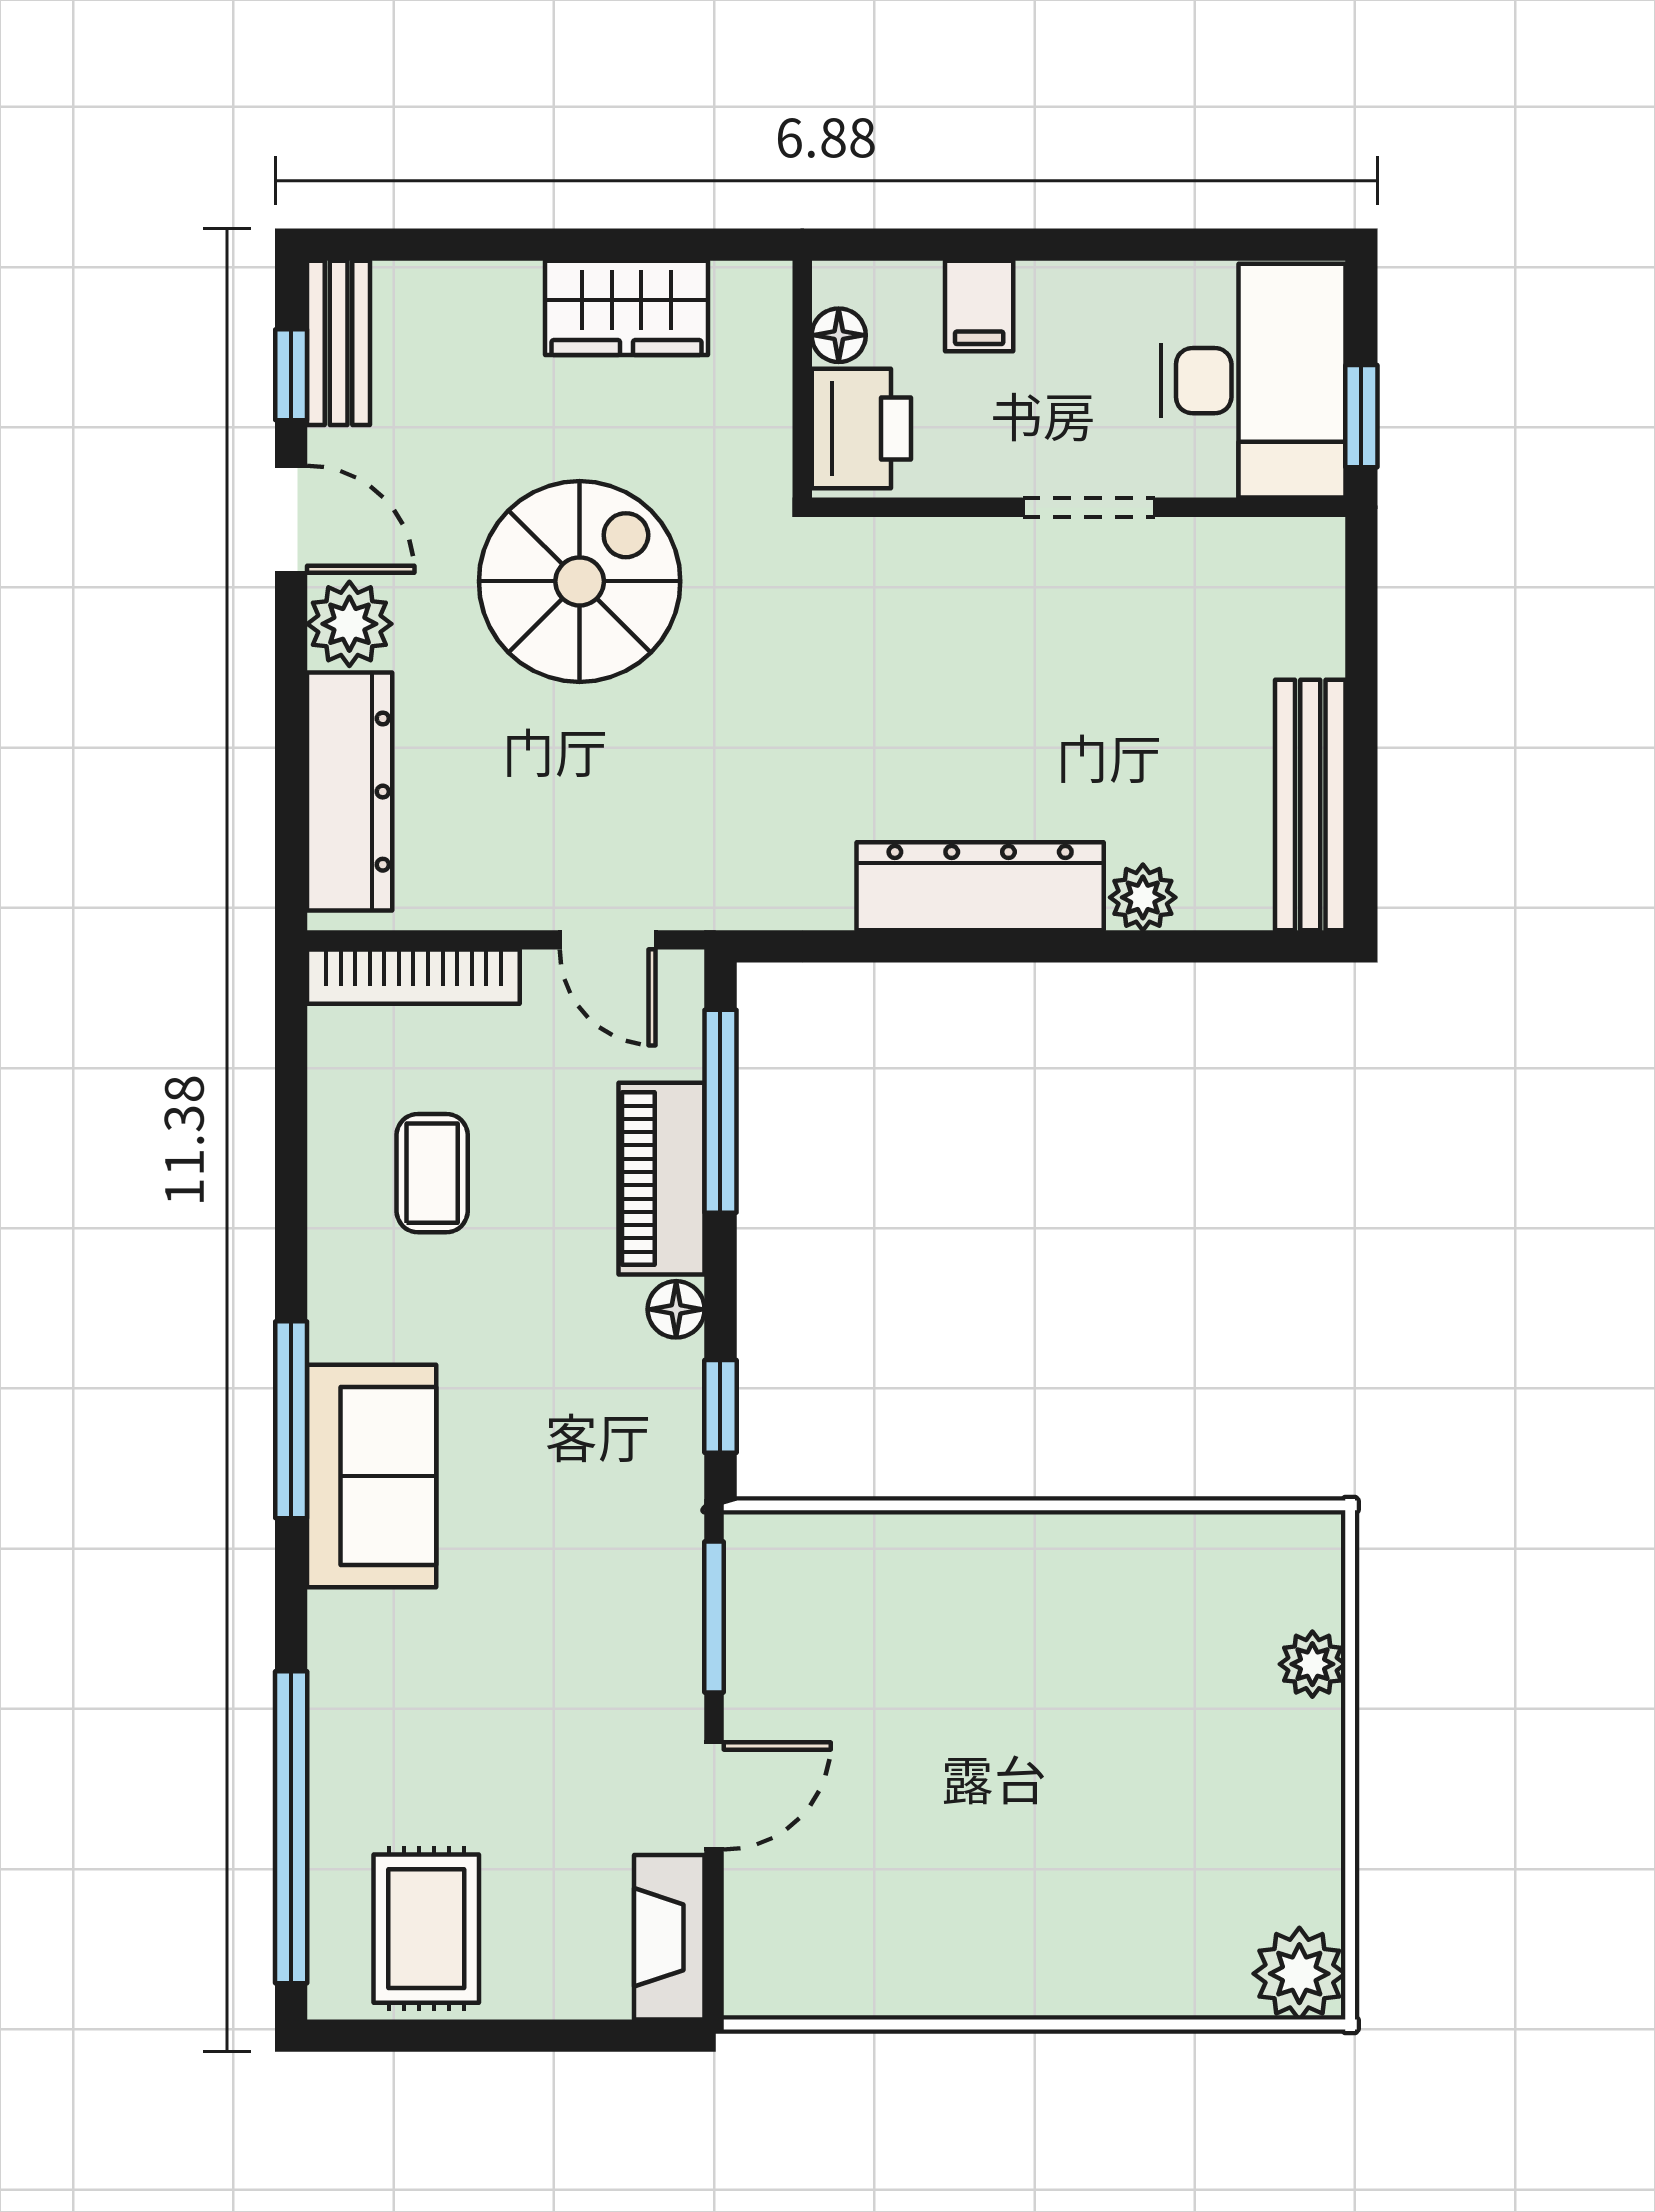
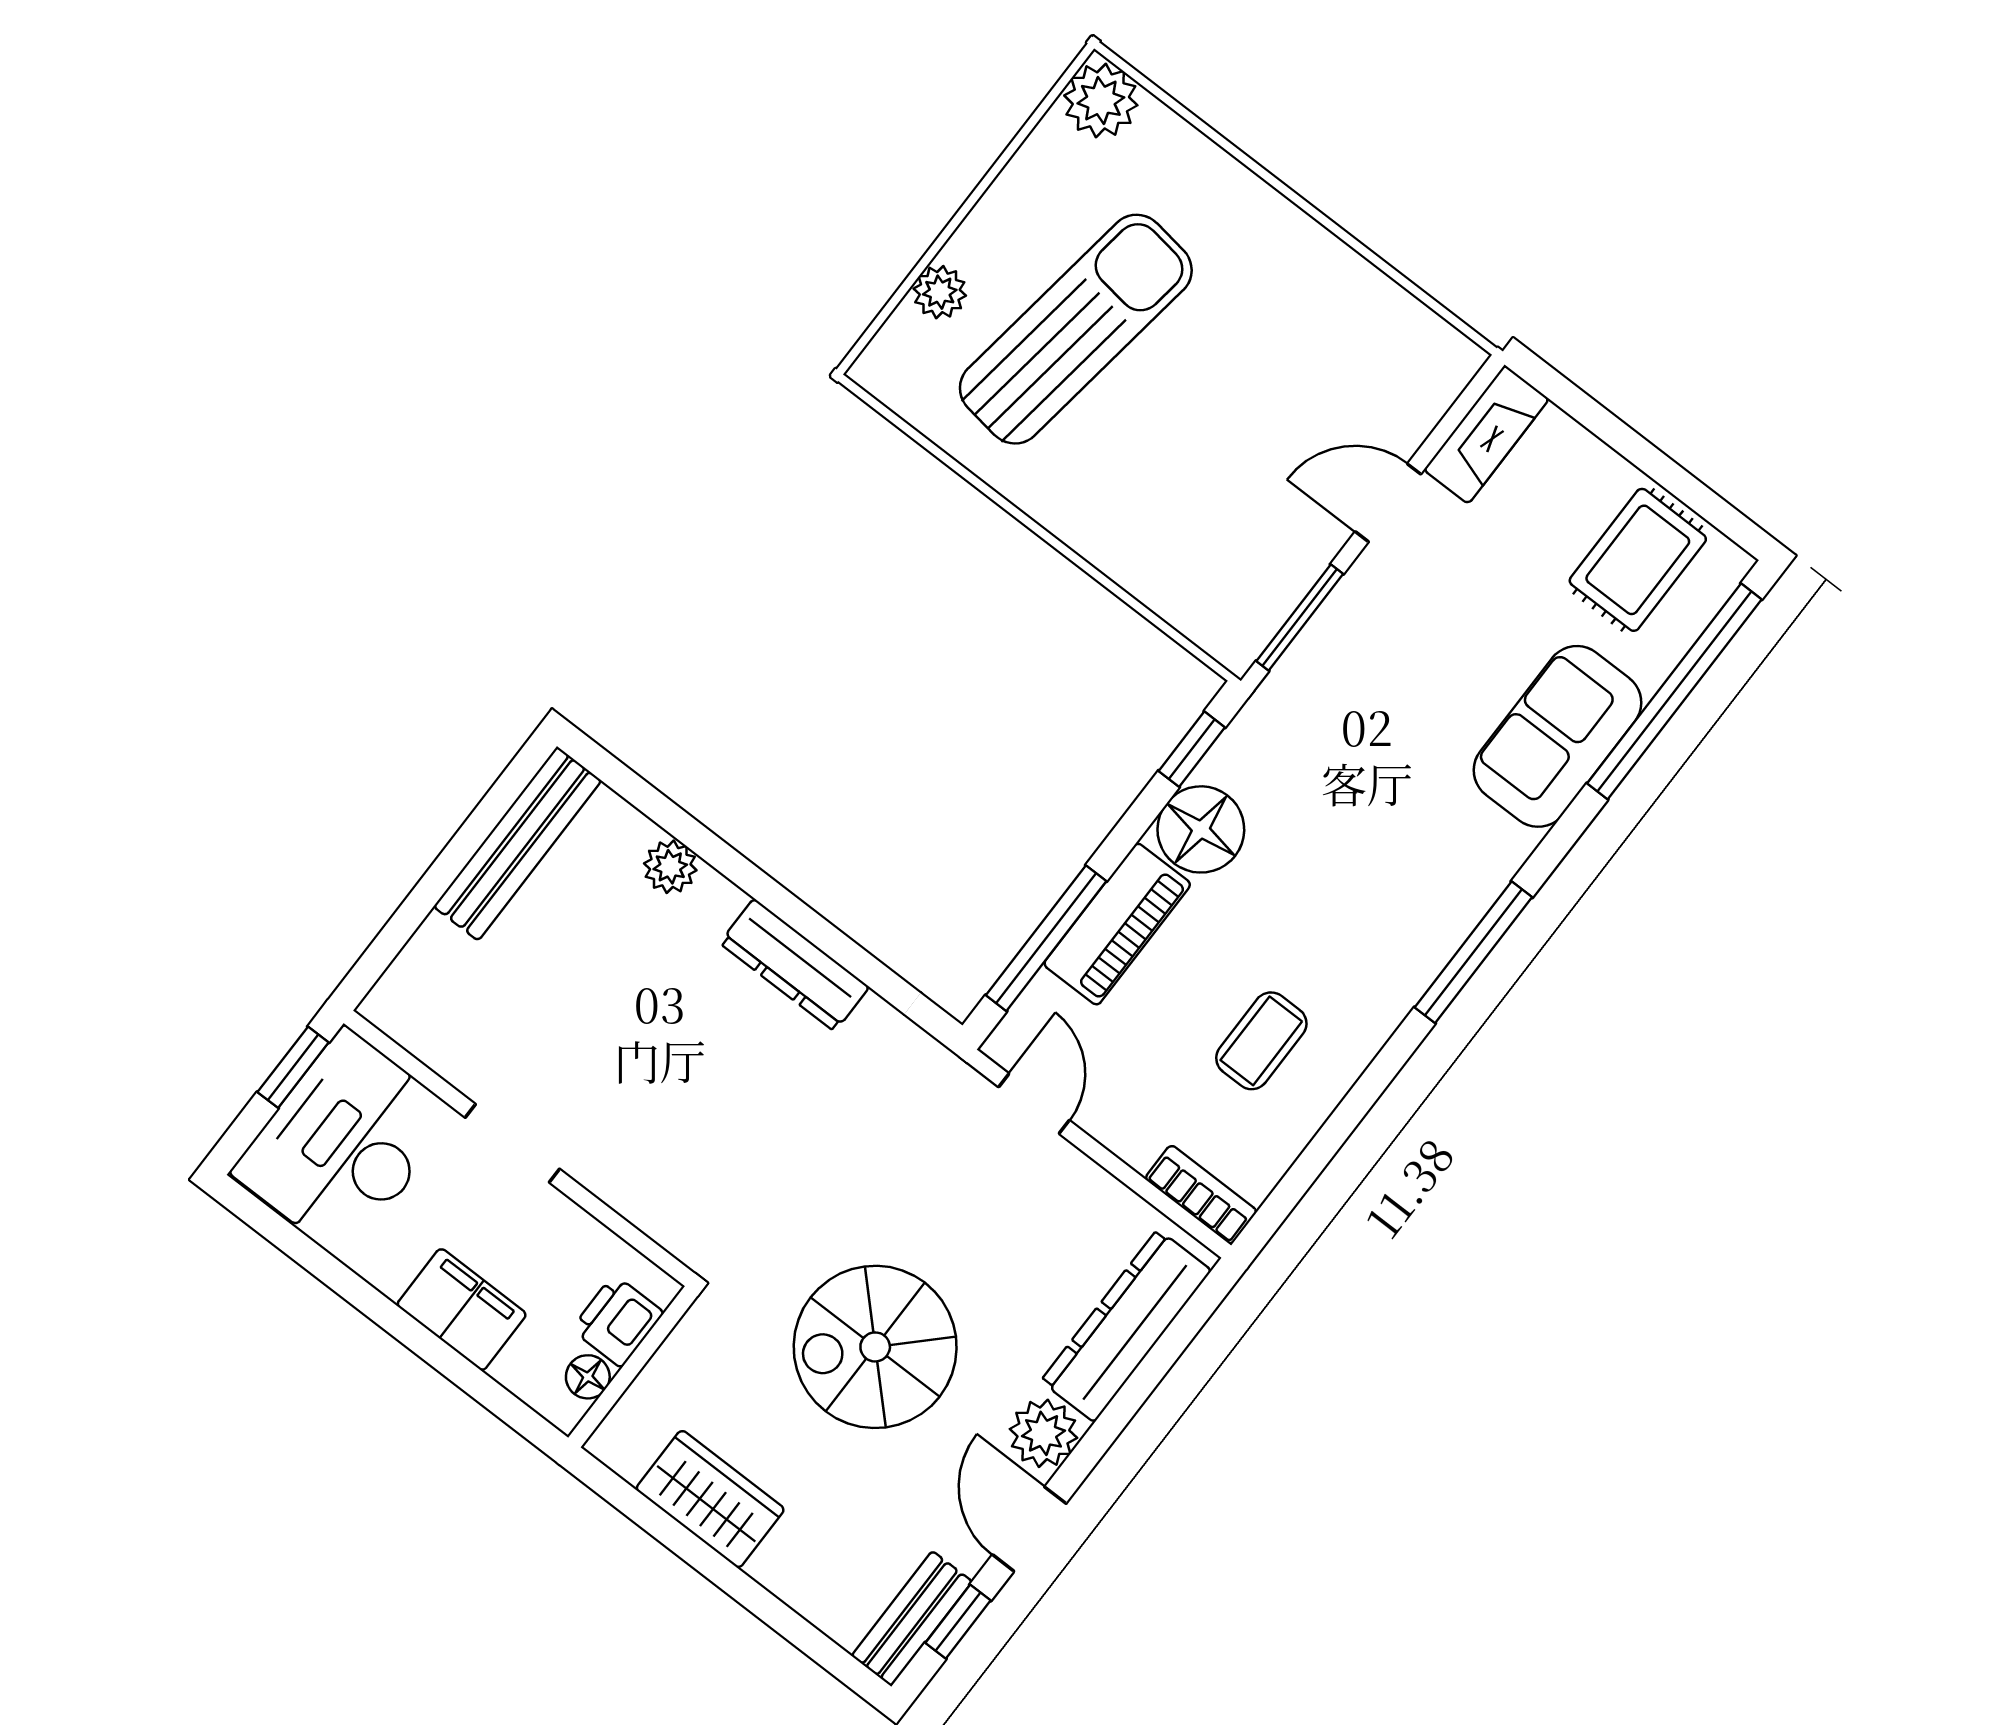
filing cabinet: (979, 306) -> (462, 1309), width x2.00
printer: (861, 428) -> (618, 1321), width x0.73, depth x0.81
dresser: (980, 886) -> (794, 965), width x0.73, depth x0.80
bookcase: (413, 977) -> (1201, 1195), width x0.64
floor lamp: (676, 1309) -> (1201, 829), width x1.89, depth x1.89
sofa: (372, 1476) -> (1558, 736), moved
sun lounger: (1151, 1731) -> (1076, 329), added

